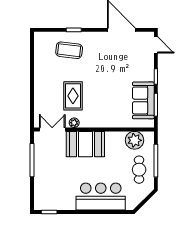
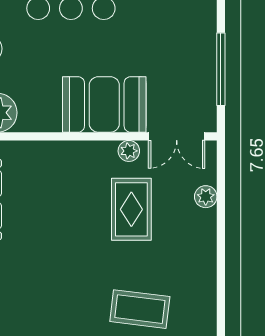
plant: (39, 102) -> (206, 197), added

